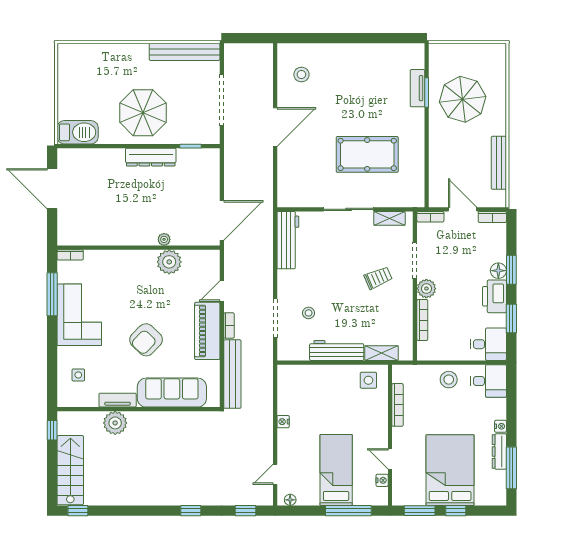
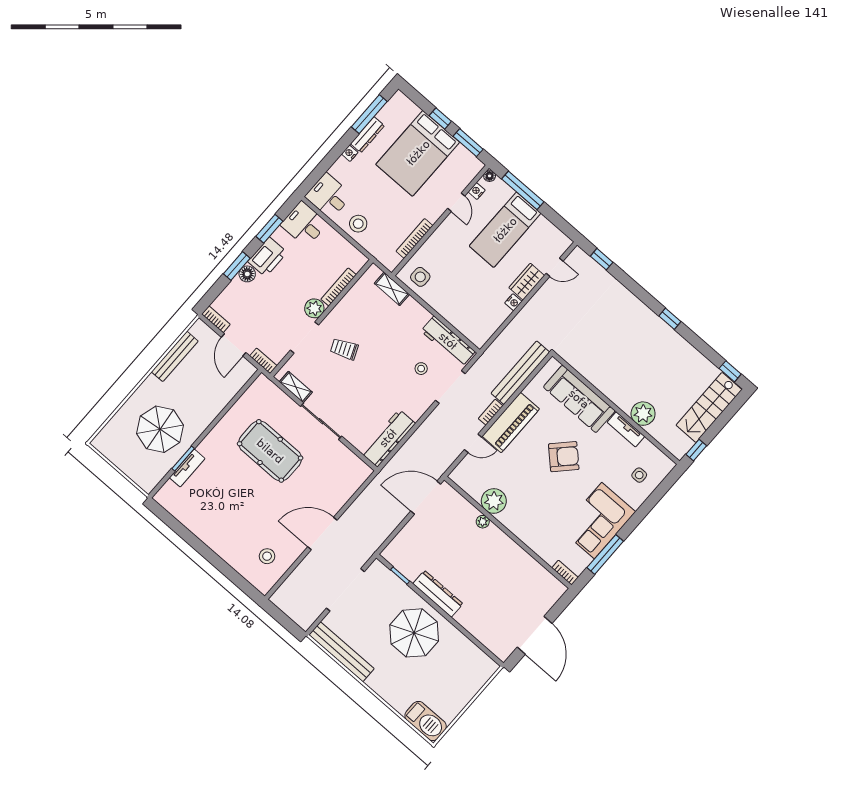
barbecue: (78, 132) -> (426, 721), moved, turned 180
workbench: (337, 350) -> (448, 341), moved
wardrobe: (286, 446) -> (527, 282), added
floor lamp: (290, 500) -> (490, 176), moved
window: (191, 511) -> (670, 319), moved

